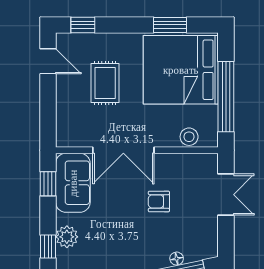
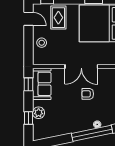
rug: (105, 83) -> (58, 18), moved
stool: (189, 137) -> (42, 43), moved
double door: (123, 150) -> (81, 66), moved

